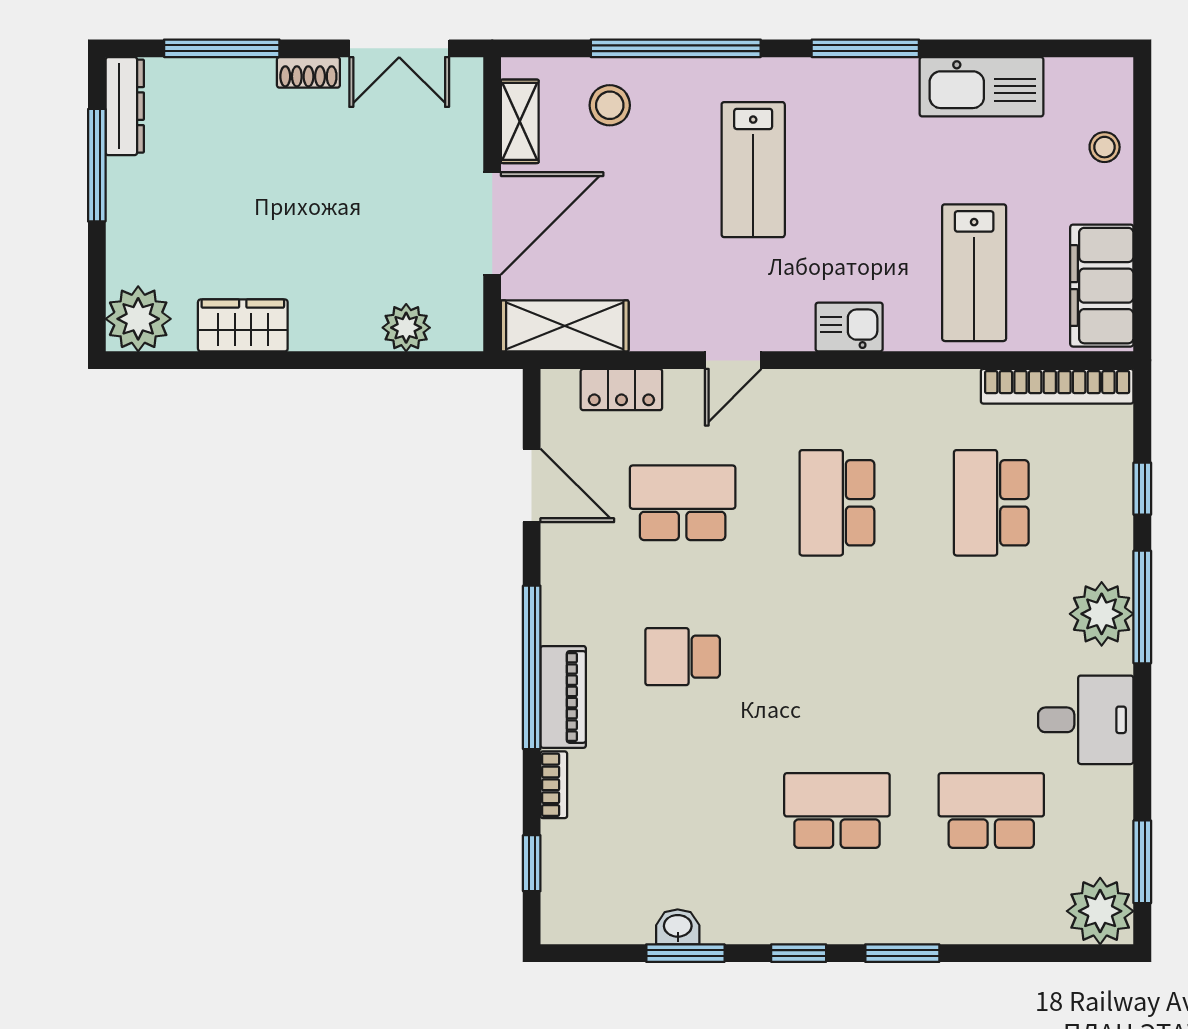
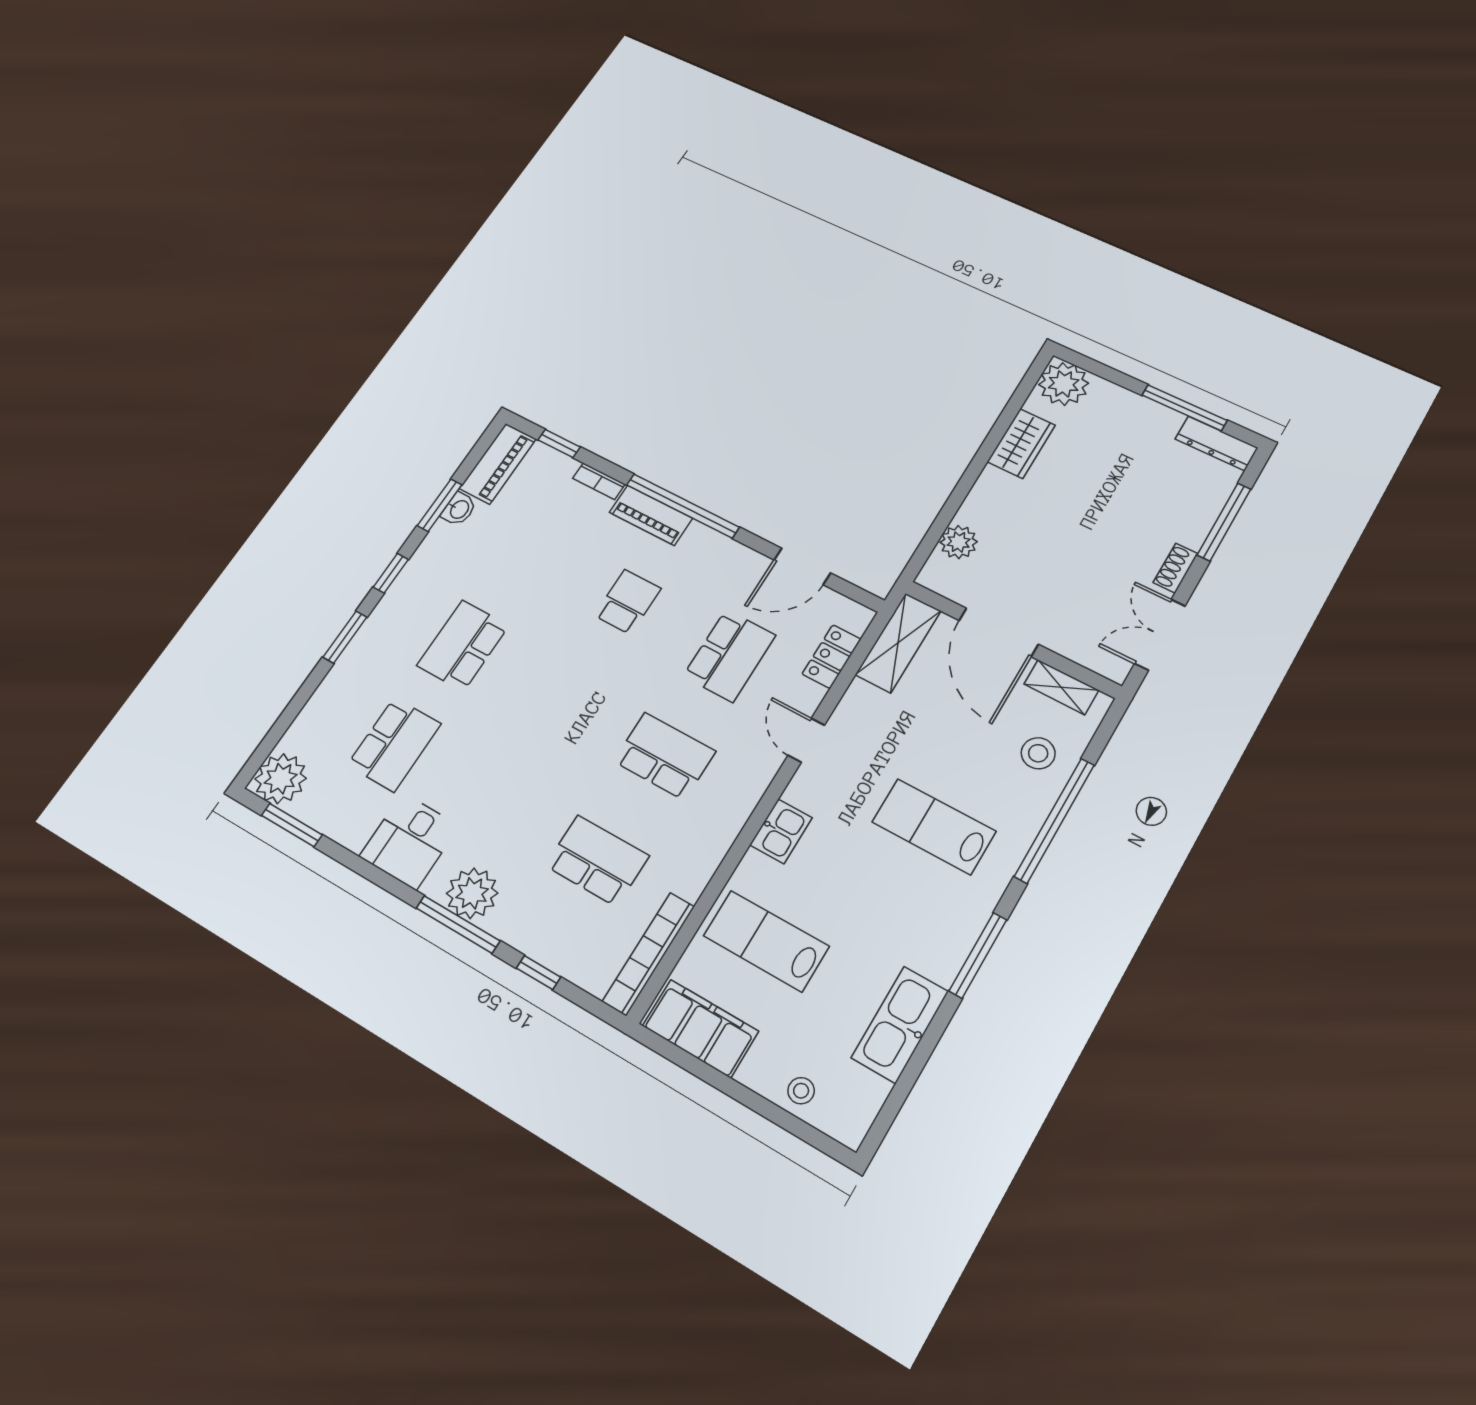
school desk: (837, 810) -> (463, 646), turned 180
piano: (597, 919) -> (498, 464), added

